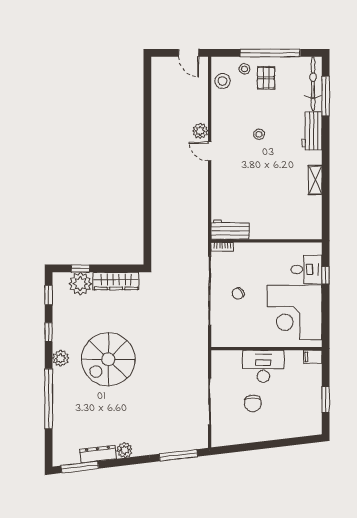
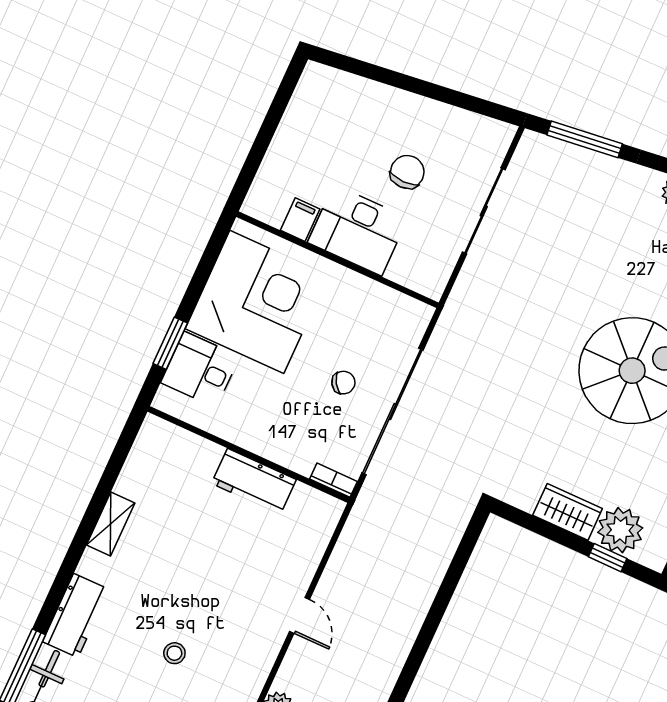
door: (210, 151) -> (300, 615), moved
workbench: (230, 229) -> (254, 482), moved
window: (326, 275) -> (170, 343), width x1.50
wardrobe: (116, 281) -> (568, 512), width x0.67
filing cabinet: (313, 357) -> (300, 220), moved, turned -90
window: (326, 400) -> (273, 119), removed

